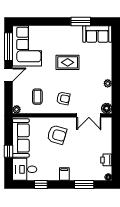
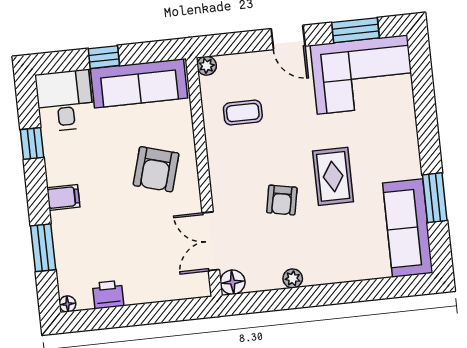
sofa: (97, 34) -> (408, 228), width x1.36
window: (8, 47) -> (355, 30), width x0.69
armchair: (63, 98) -> (282, 200), moved

